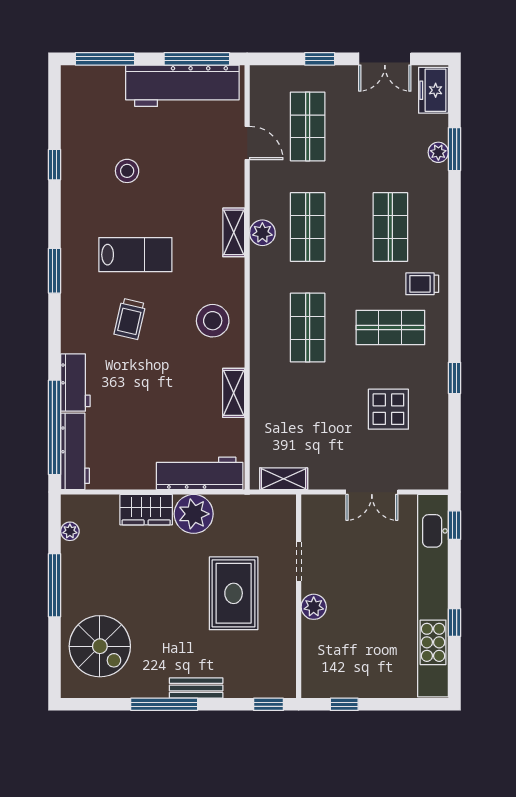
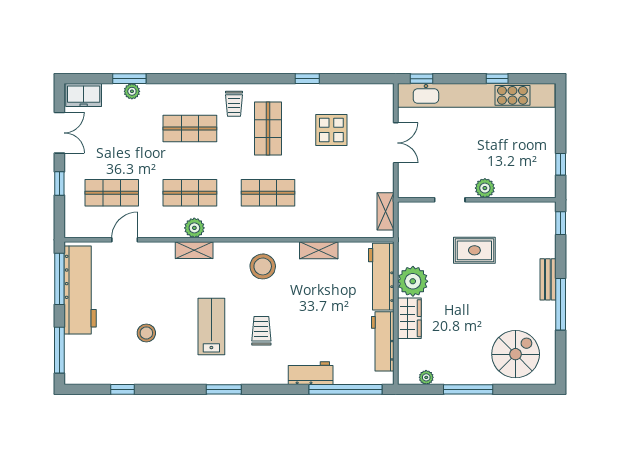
window: (55, 165) -> (123, 389), moved
trolley: (130, 319) -> (261, 331), turned -103
workbench: (75, 451) -> (383, 341), moved, turned -90
rug: (234, 593) -> (474, 250), width x0.73, depth x0.70

